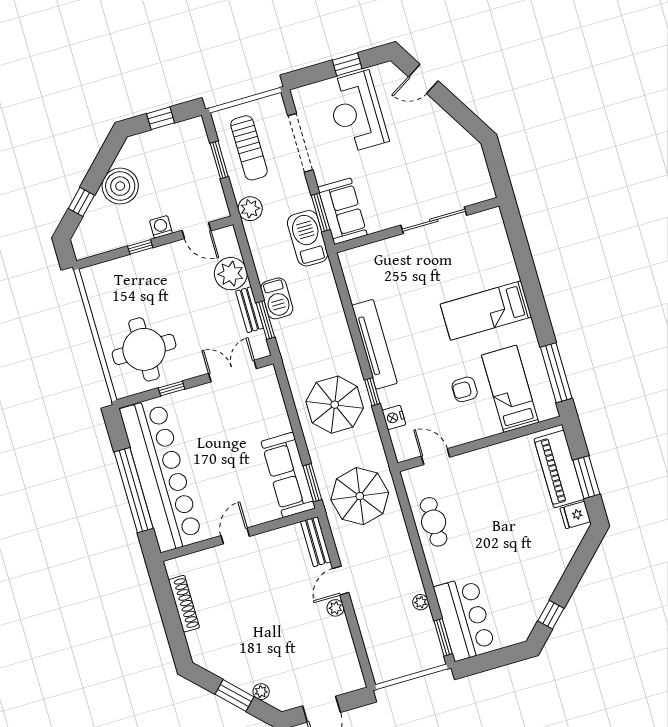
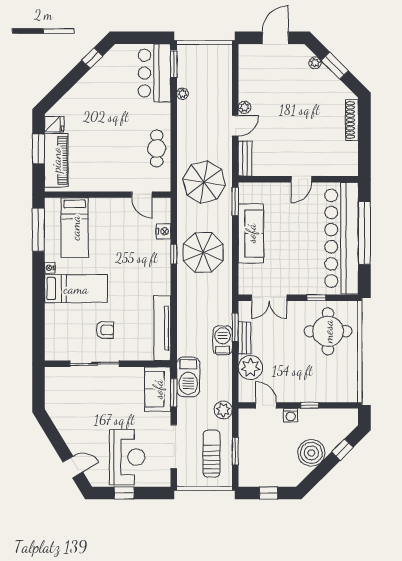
nightstand: (527, 328) -> (50, 268), added
tv unit: (375, 344) -> (162, 328), moved
armchair: (465, 389) -> (105, 330), moved
sofa: (288, 475) -> (251, 233), moved
shoe rack: (184, 604) -> (352, 120), moved

